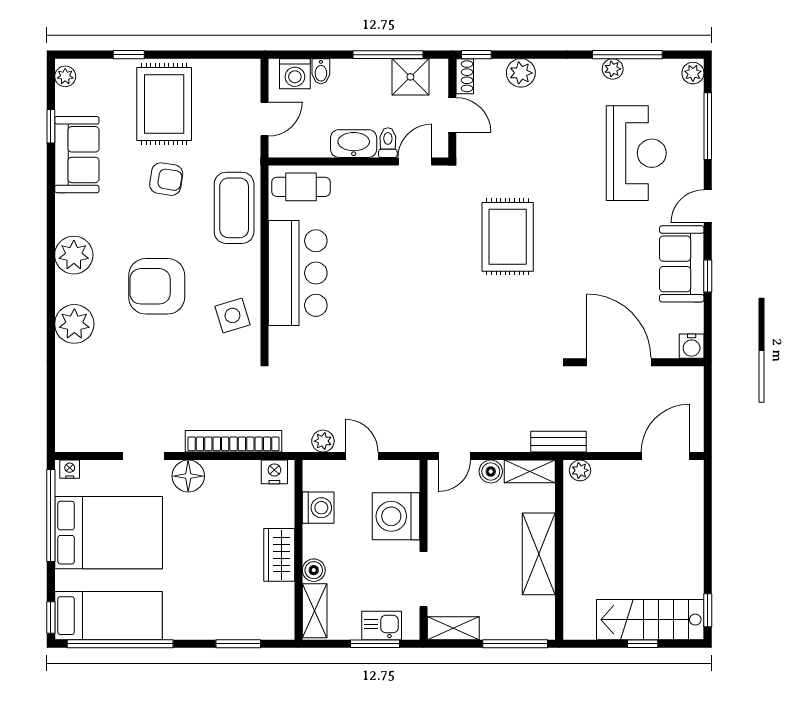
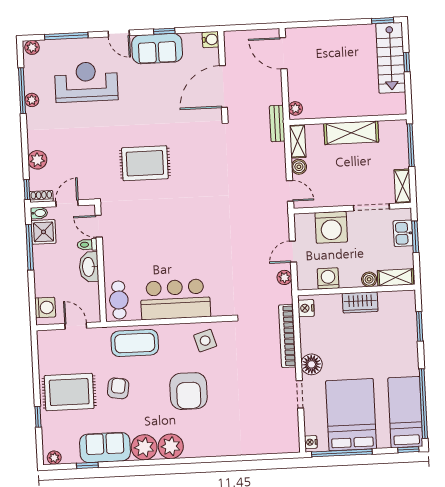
bidet: (321, 71) -> (39, 213), moved
plant: (74, 324) -> (144, 447), moved

